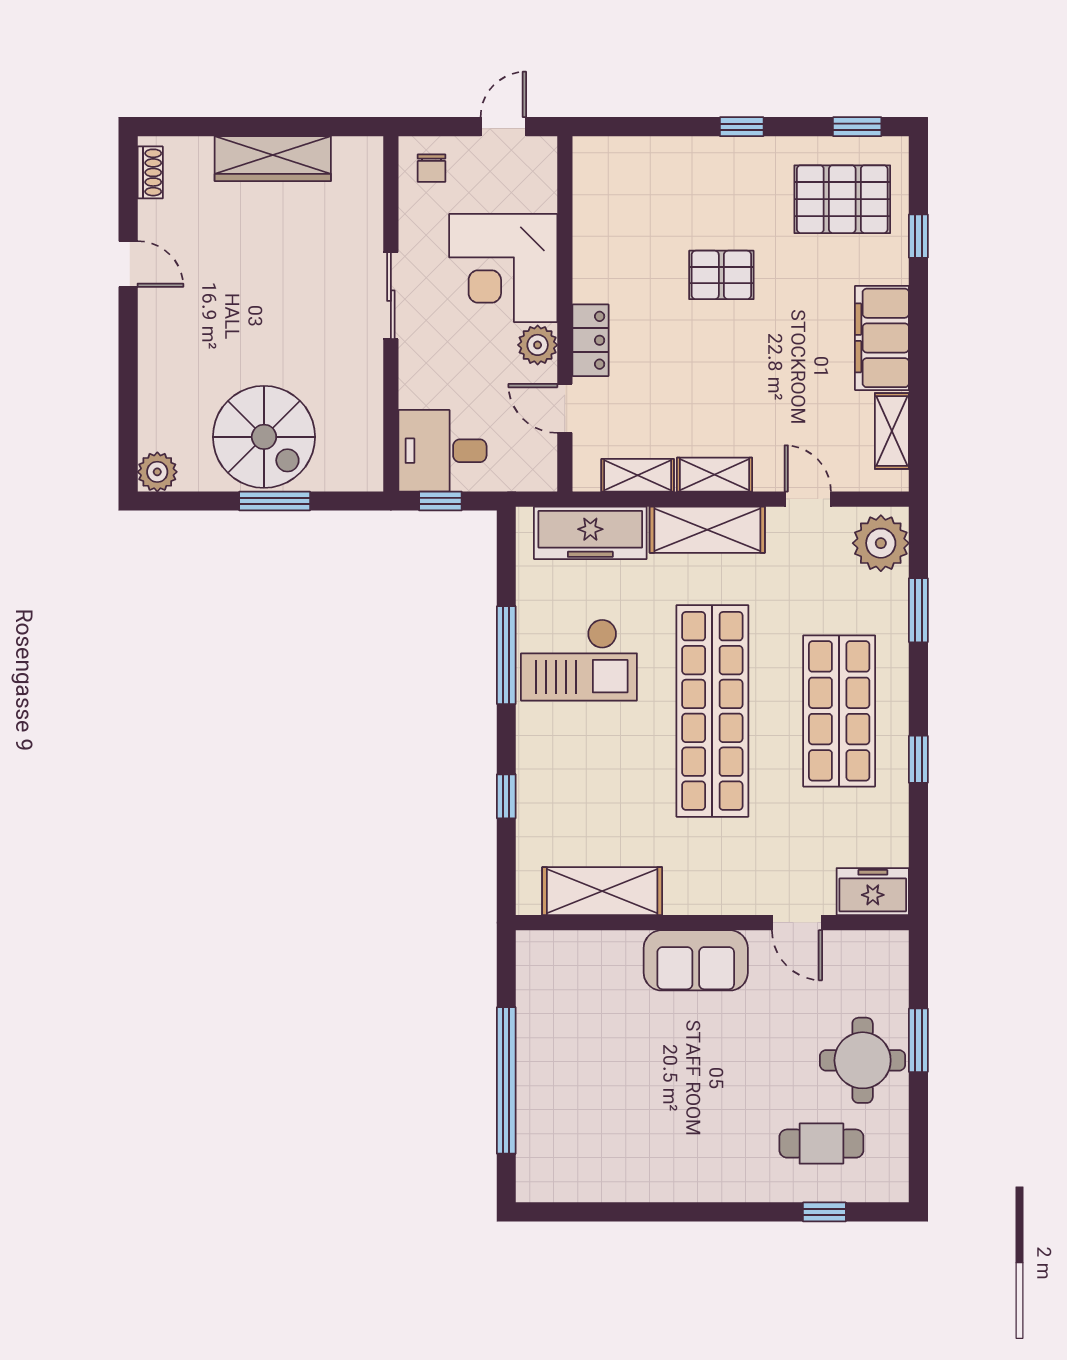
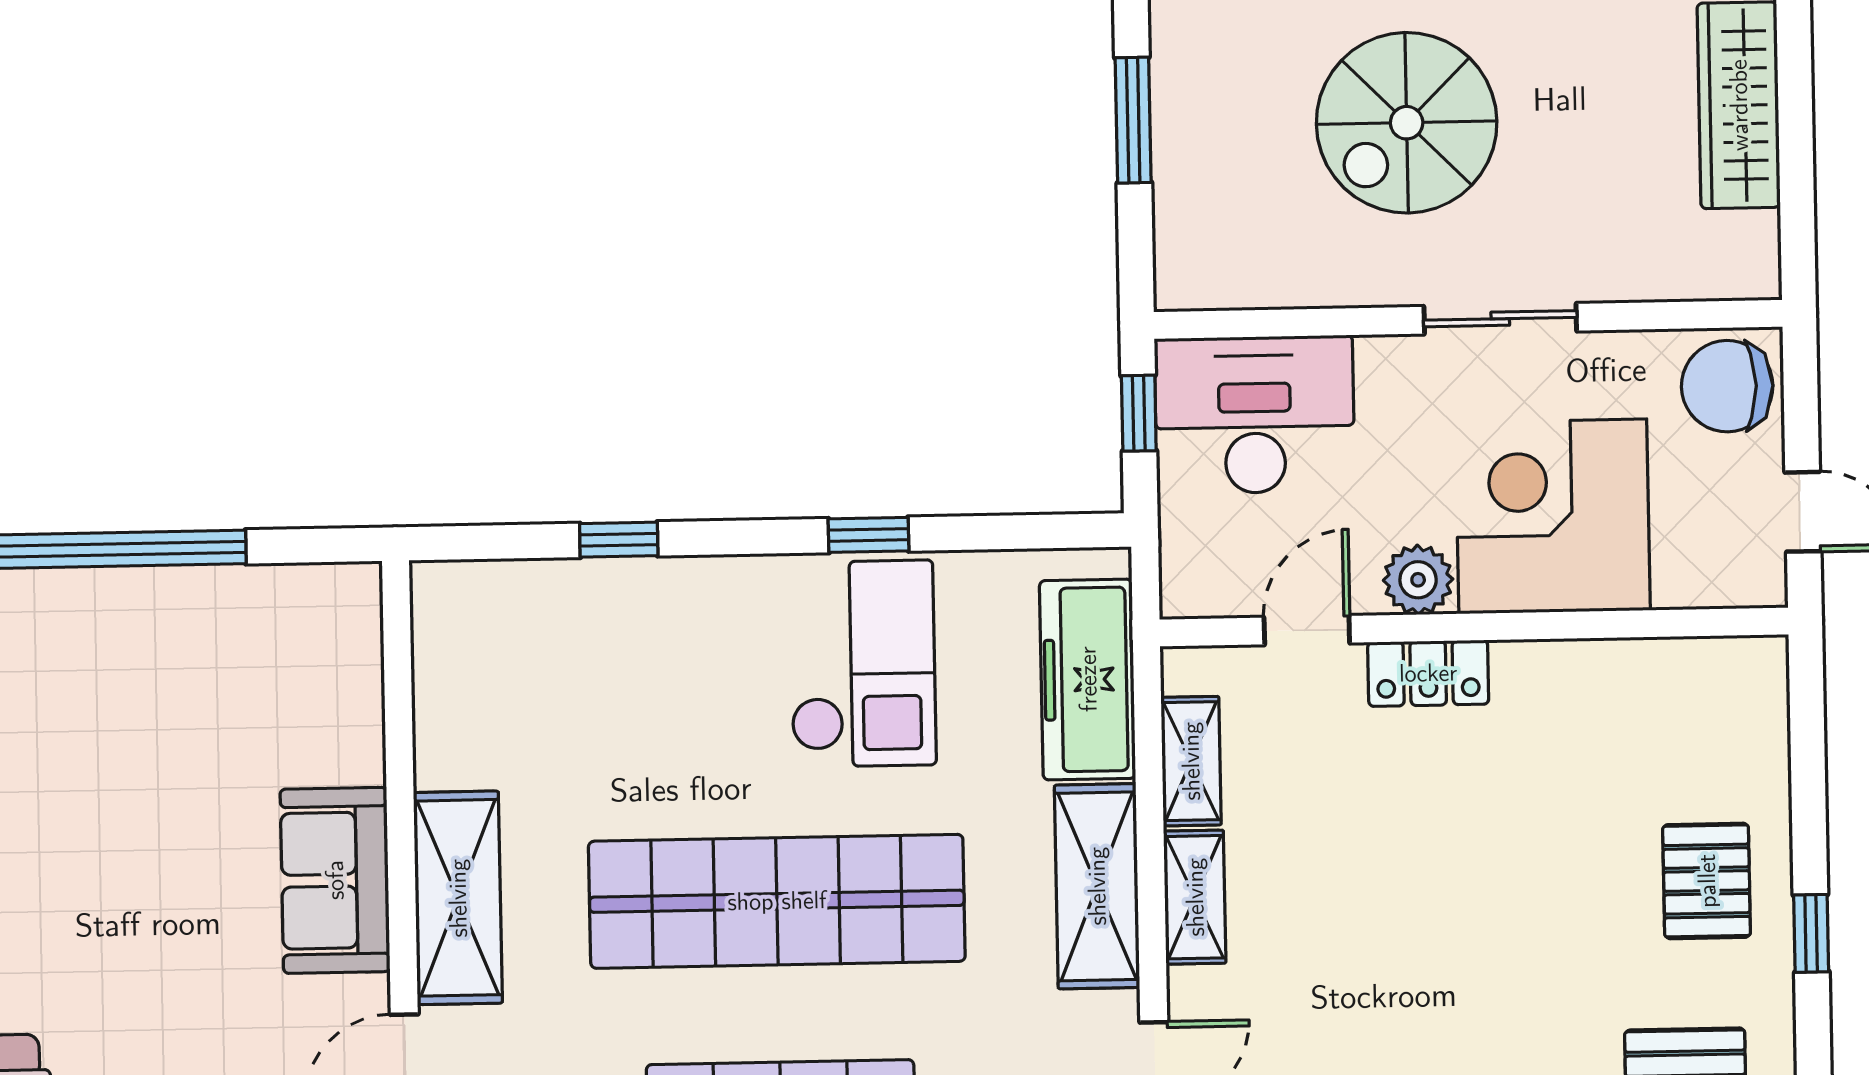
chair: (431, 168) -> (1727, 386), width x1.87, depth x1.87
pallet: (721, 275) -> (1707, 881), moved
spiral stairs: (264, 437) -> (1407, 123), moved
desk: (443, 451) -> (1255, 415), width x1.37
window: (506, 655) -> (868, 535), width x0.46
checkout: (579, 660) -> (863, 664), turned 180
shelving: (602, 891) -> (458, 898), moved

